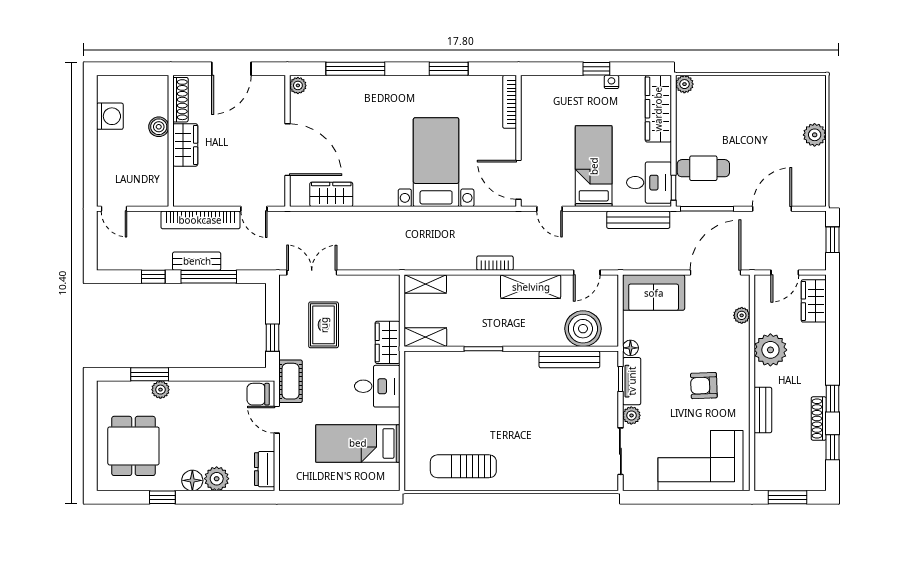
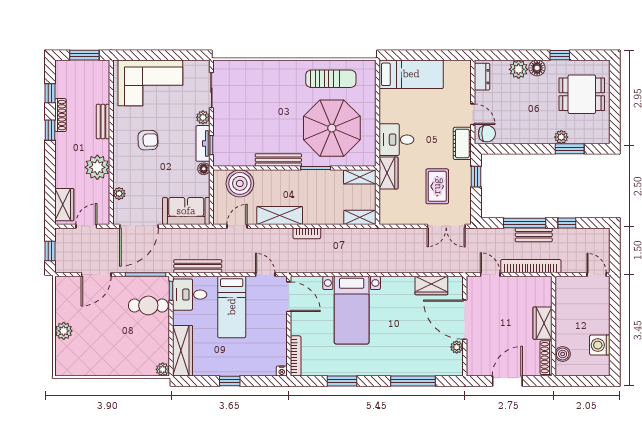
nightstand: (611, 82) -> (282, 371), moved
plant: (298, 85) -> (457, 347), moved
boiler: (159, 127) -> (563, 354), moved
bench: (569, 359) -> (278, 160), moved
parasol: (462, 401) -> (332, 128), added
bed: (358, 443) -> (411, 74), moved
dining table: (133, 446) -> (582, 94), turned 90

